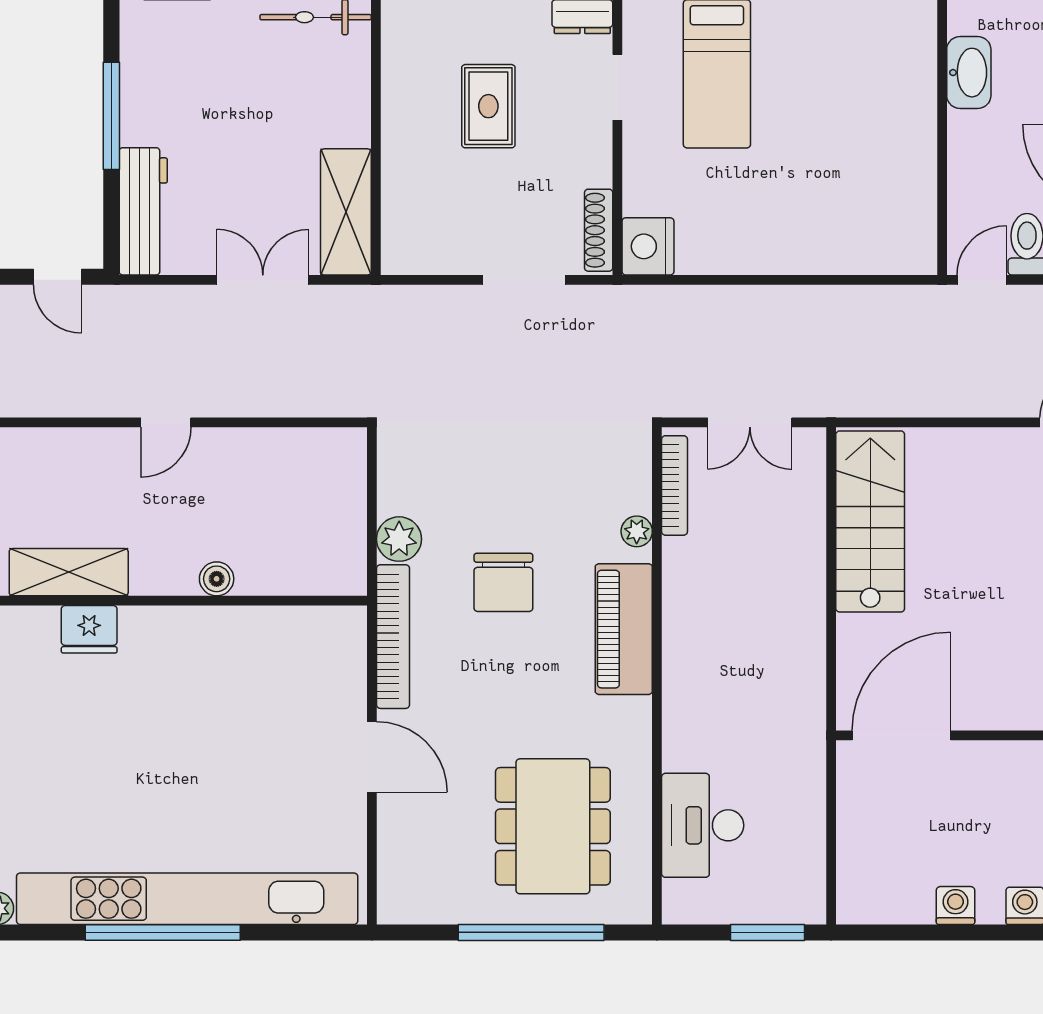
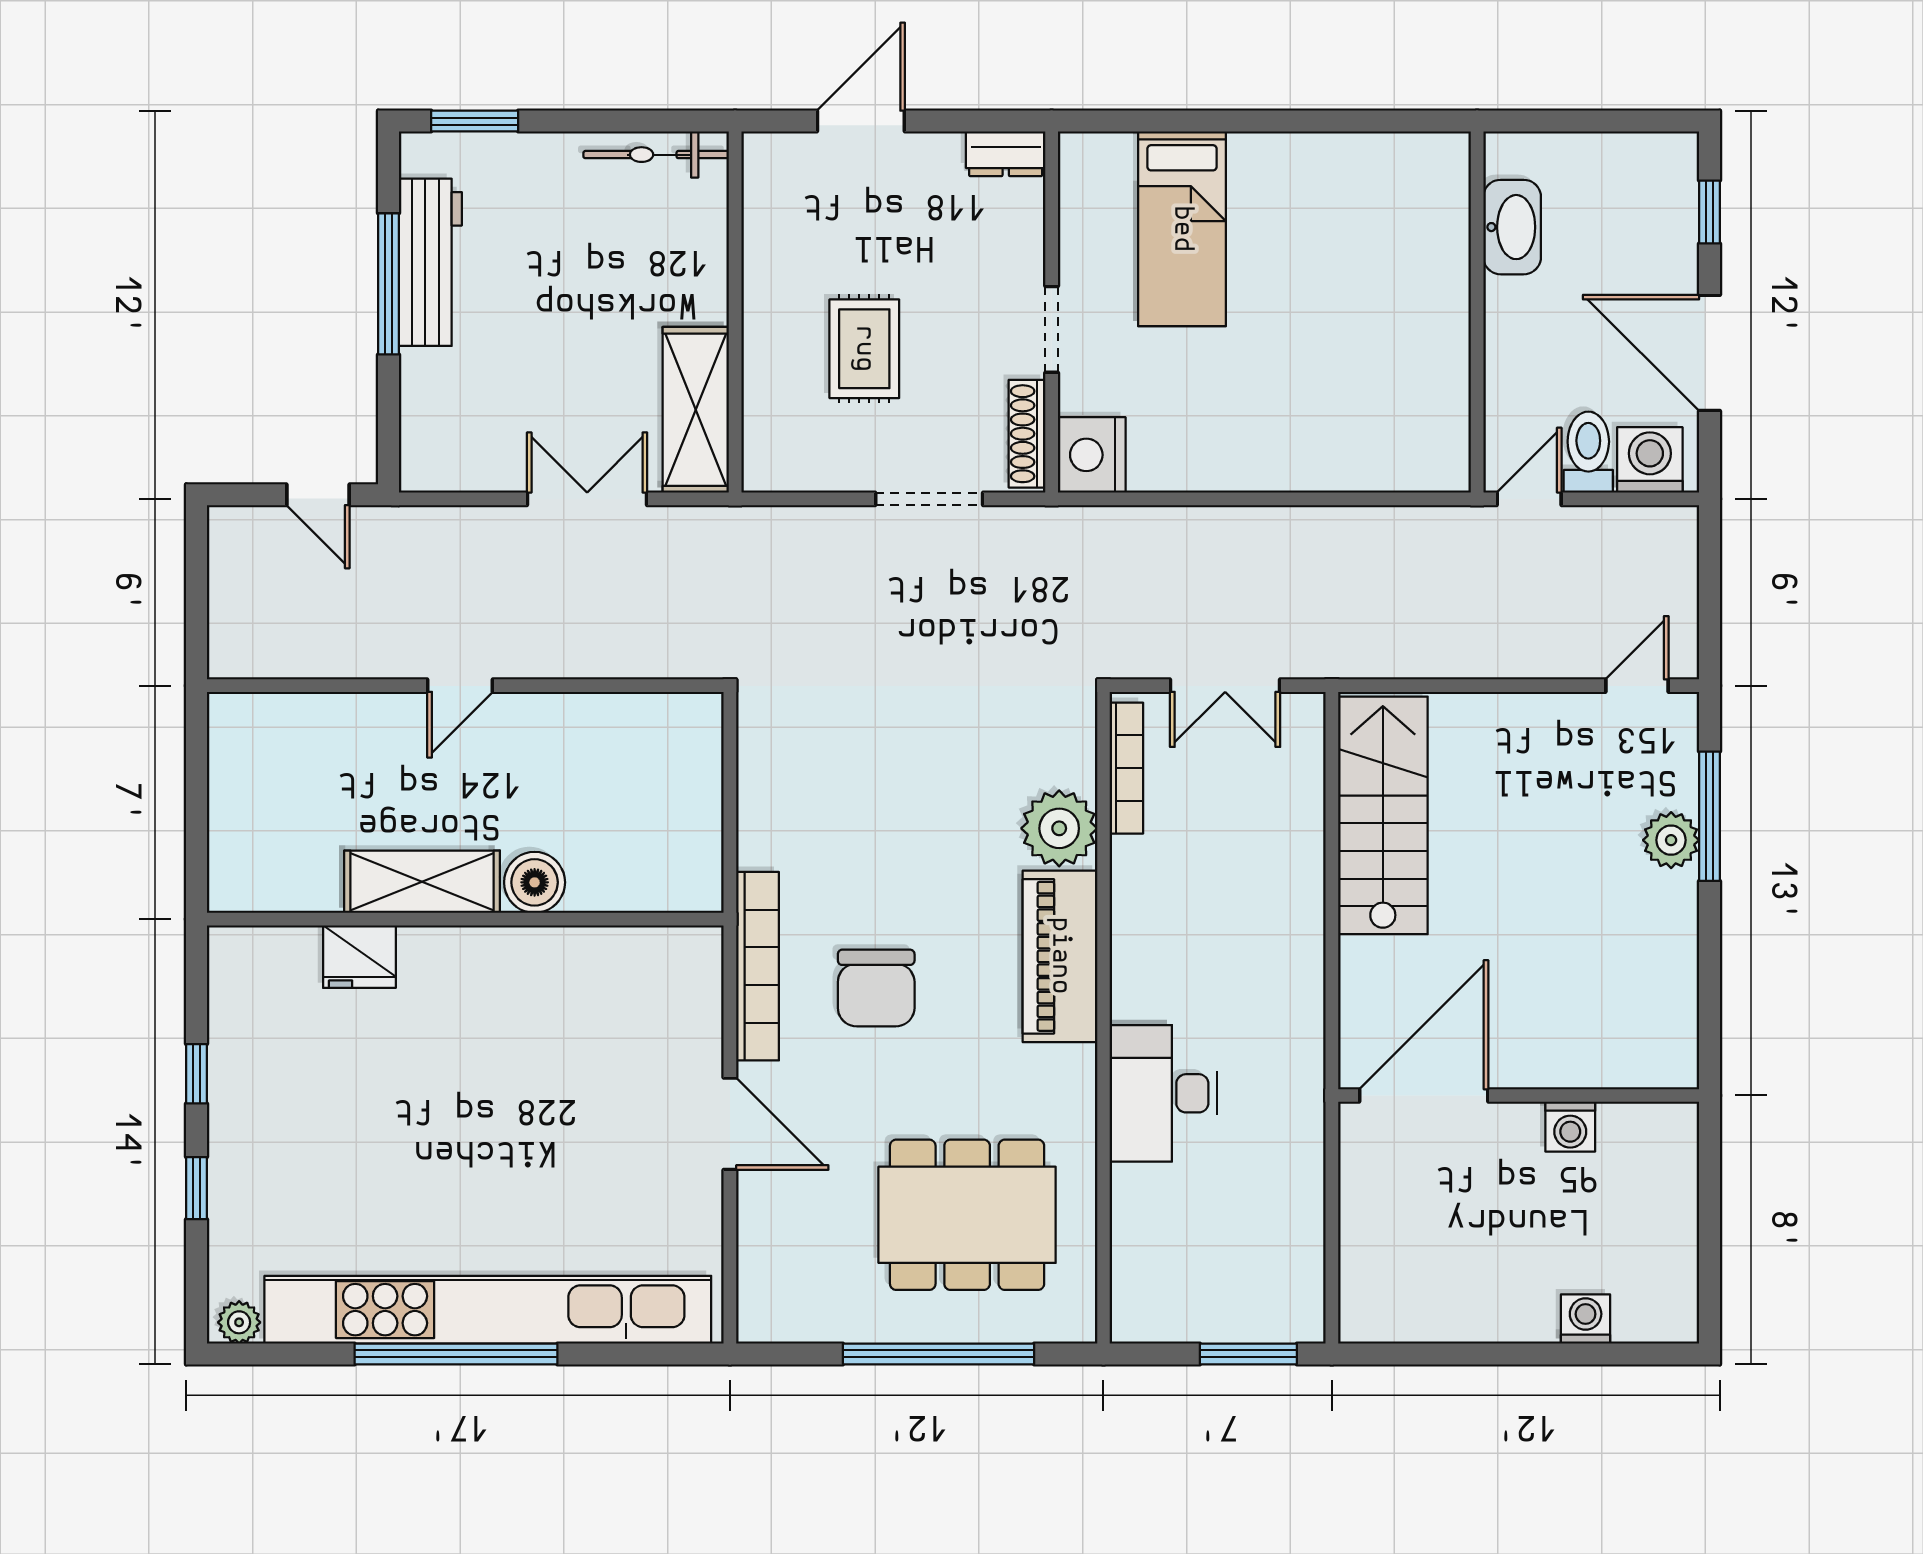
doorway: (617, 87) -> (1052, 329), moved
rug: (488, 106) -> (864, 349), moved
workbench: (143, 211) -> (430, 262), moved
plant: (637, 531) -> (1059, 828), width x1.88, depth x1.88
plant: (399, 539) -> (765, 838), removed
shelving: (69, 572) -> (422, 882), moved
boiler: (217, 579) -> (535, 882), width x1.36, depth x1.36
chair: (503, 582) -> (876, 988), moved
desk: (703, 825) -> (1163, 1093), moved
dining table: (553, 826) -> (967, 1215), turned 90
washing machine: (956, 906) -> (1570, 1127), moved, turned 180

